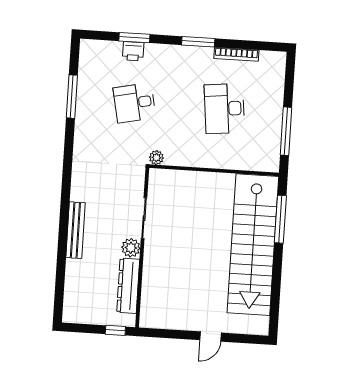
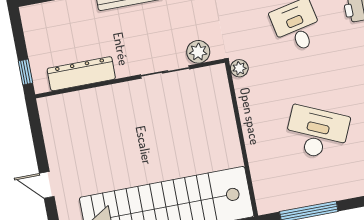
desk: (224, 109) -> (317, 133), turned 30
plant: (131, 248) -> (198, 52), moved

